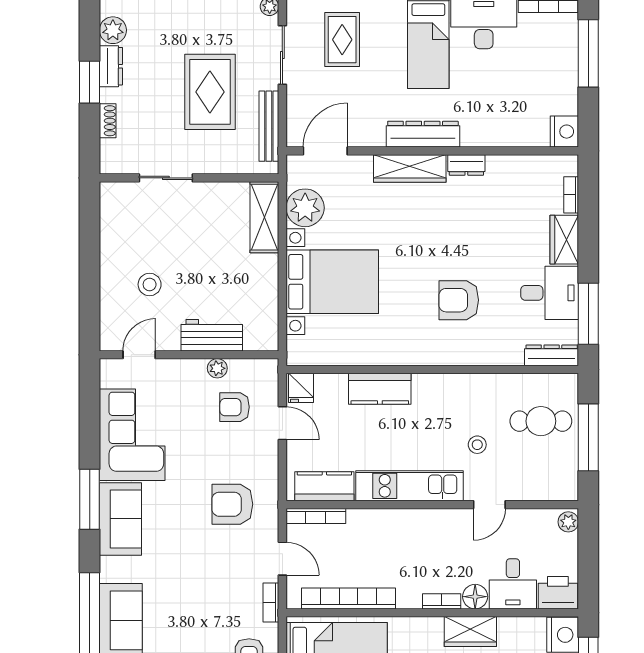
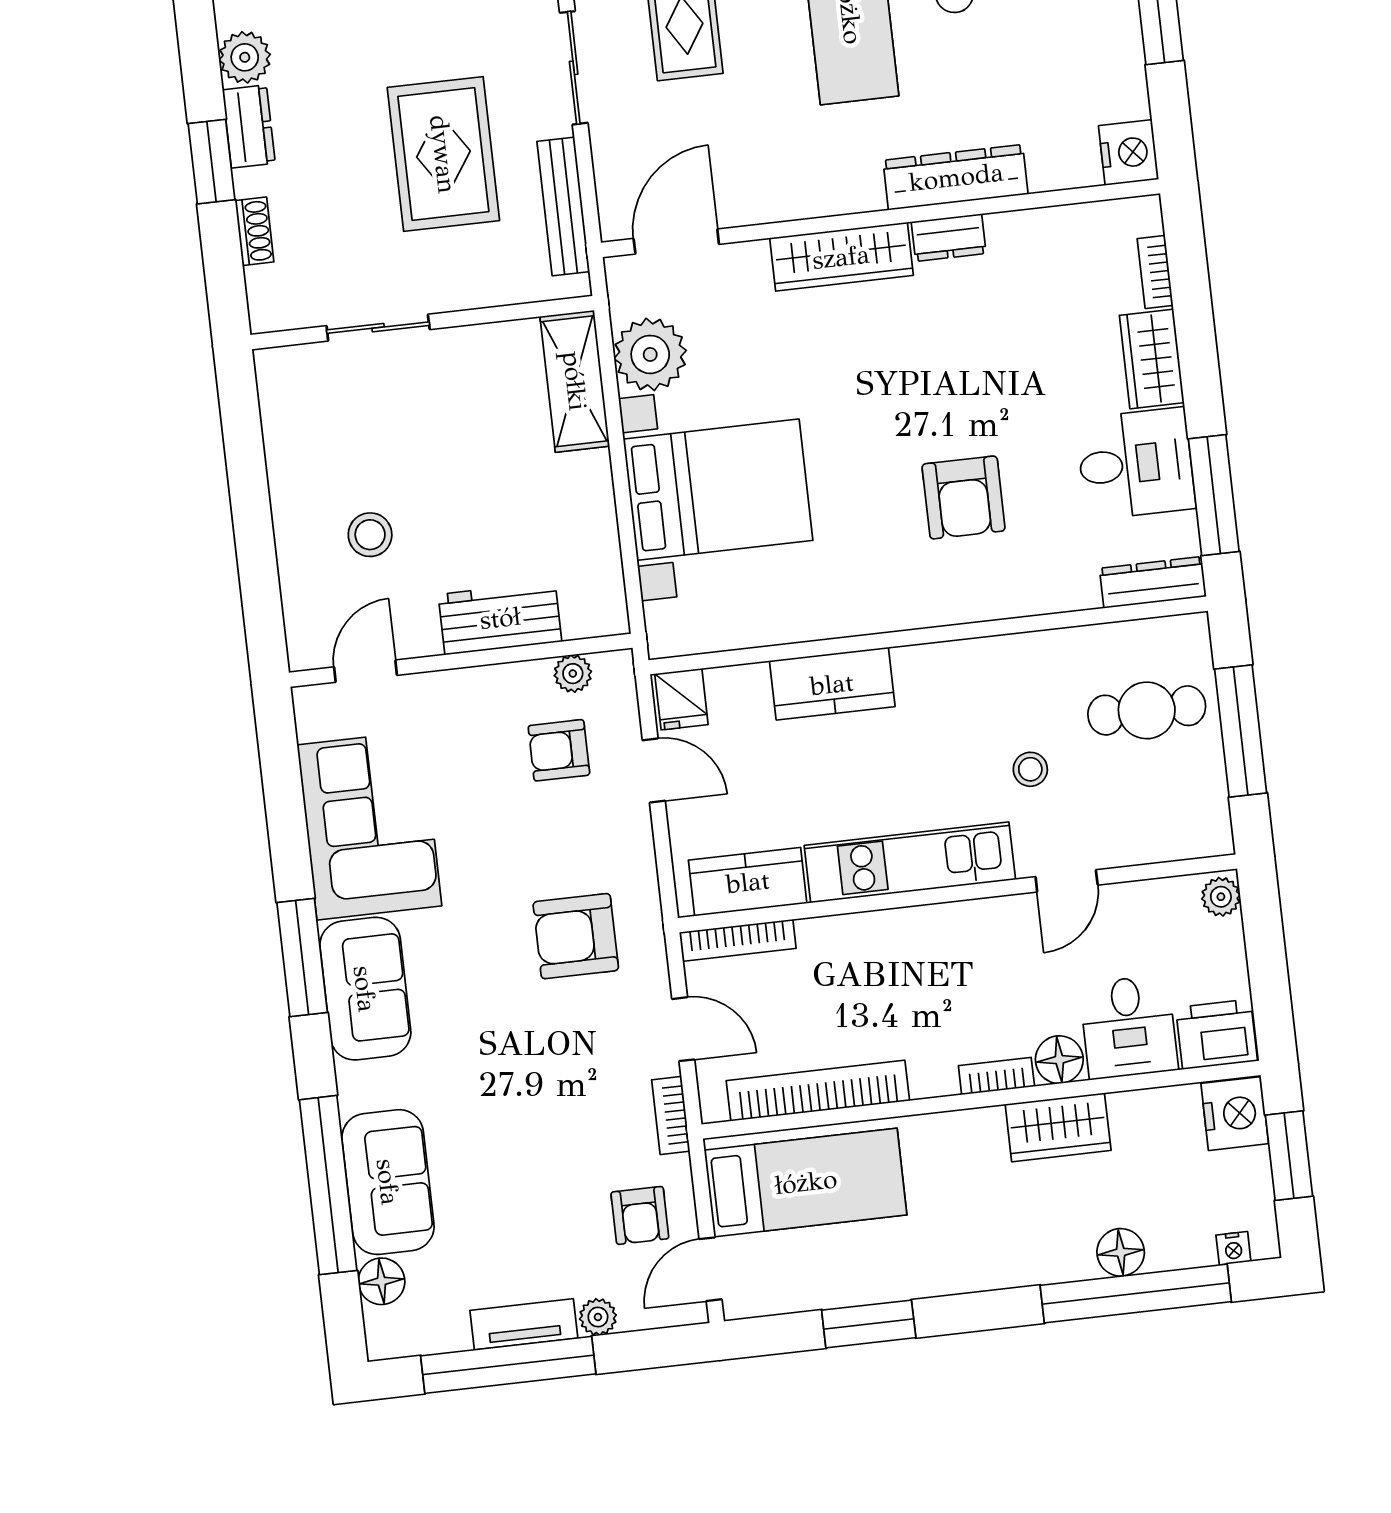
dresser: (423, 134) -> (956, 177), moved
armchair: (459, 300) -> (964, 497), turned -90
plant: (217, 368) -> (573, 674), moved

